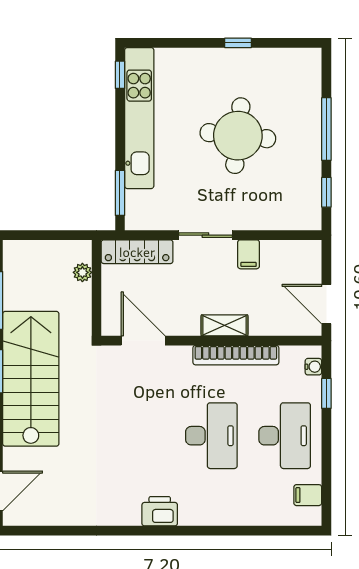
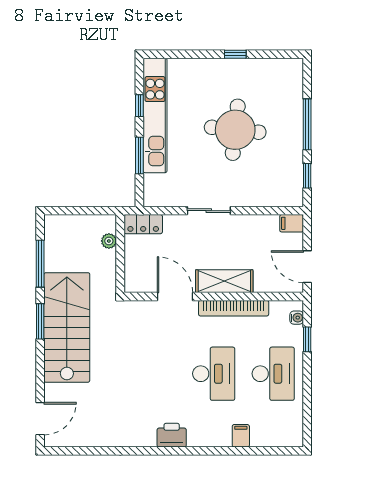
window: (120, 75) -> (139, 106), moved
window: (120, 193) -> (139, 155), moved
locker: (137, 252) -> (143, 224), width x0.66
filing cabinet: (249, 254) -> (292, 223), moved, turned 90
shelving: (225, 325) -> (224, 281), width x1.50, depth x1.33
door: (143, 341) -> (175, 296), moved
filing cabinet: (308, 495) -> (241, 436), moved, turned 90

